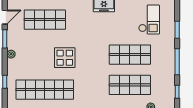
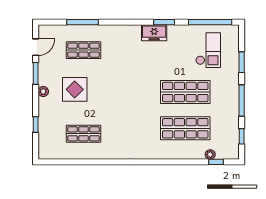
shop shelf: (45, 20) -> (83, 50), width x0.70, depth x0.74
display table: (65, 58) -> (75, 89), moved
shop shelf: (45, 90) -> (83, 134), width x0.50, depth x0.74

